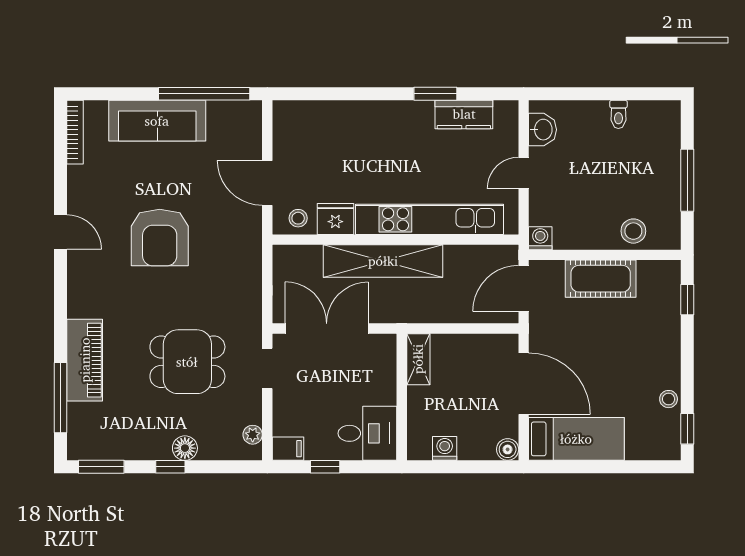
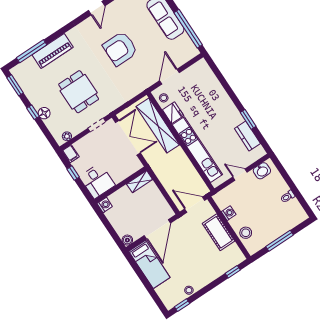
washing machine: (540, 238) -> (229, 213), moved
shelving: (383, 261) -> (158, 126), moved
washing machine: (445, 448) -> (105, 205), moved

